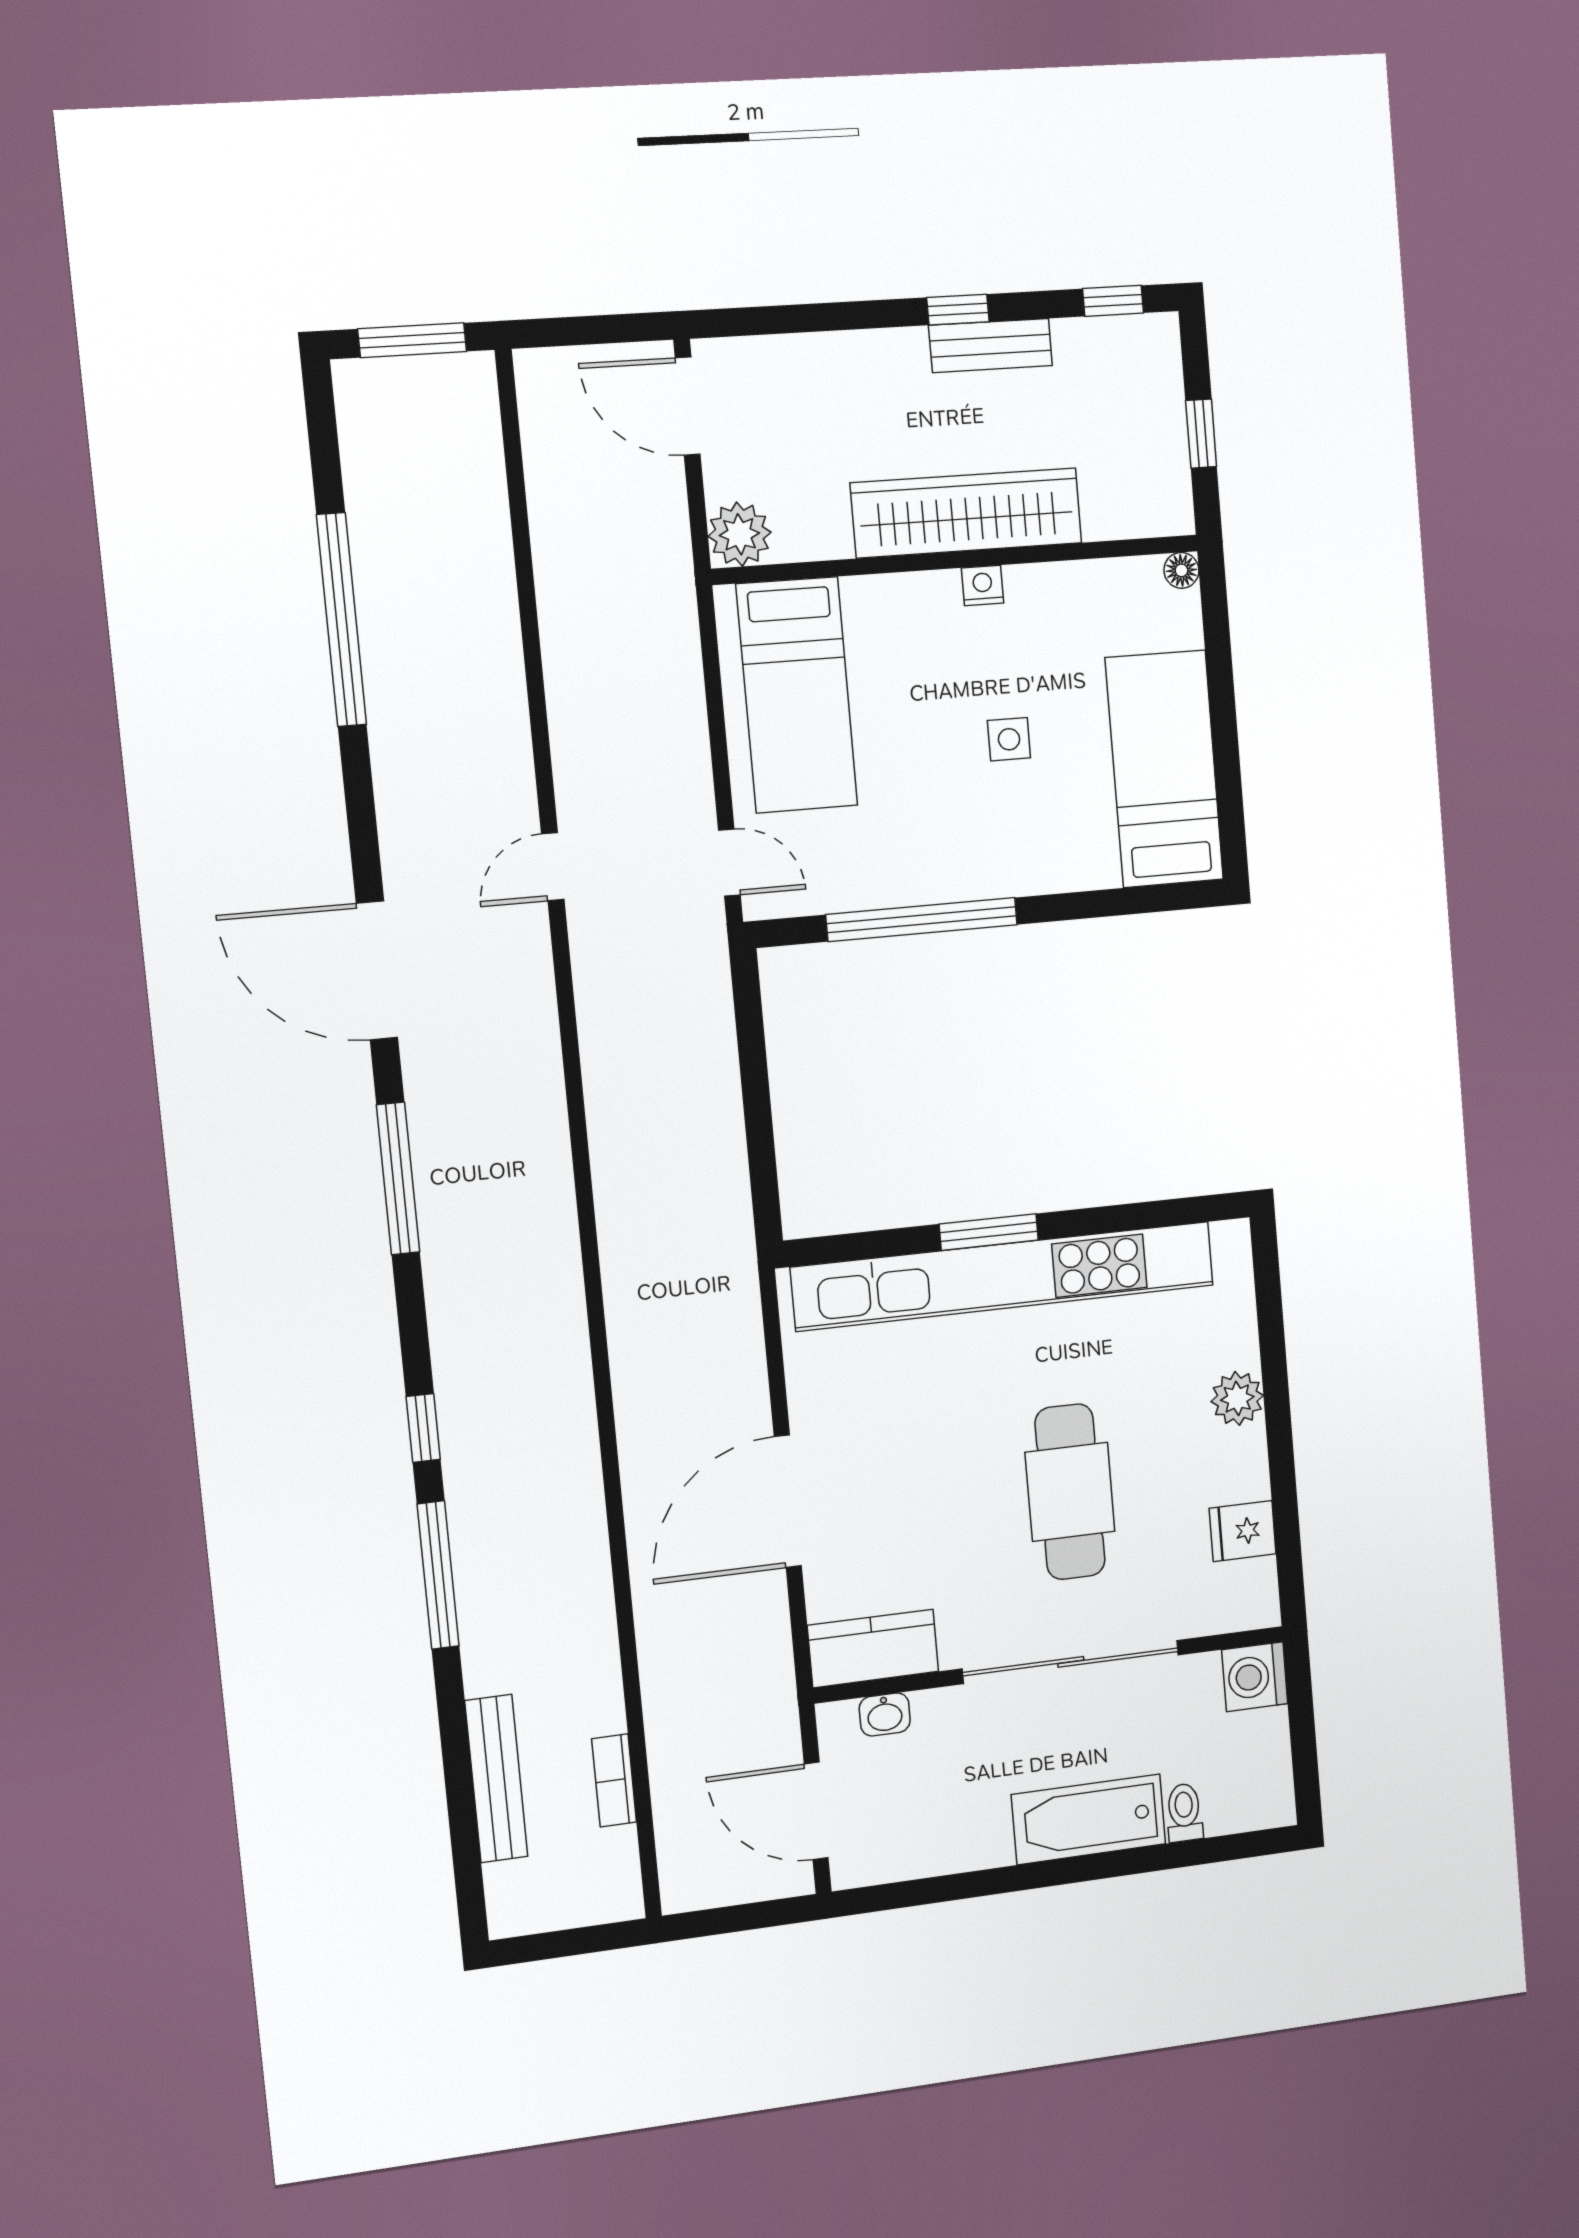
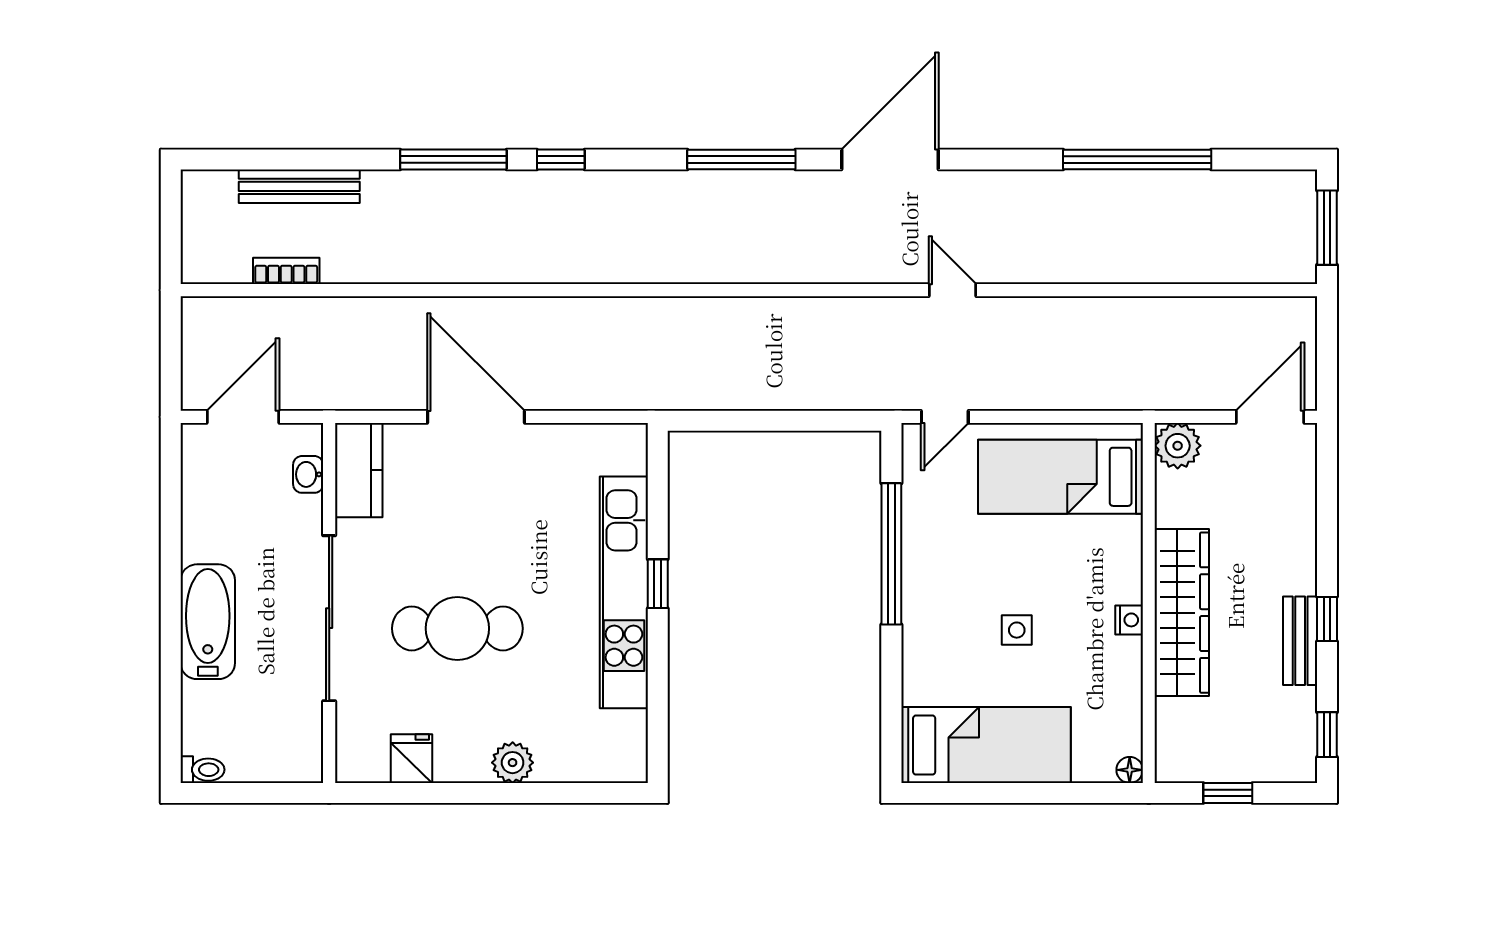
window: (989, 1232) -> (658, 584), width x0.67
kitchen unit: (1004, 1276) -> (624, 592), width x0.73
washing machine: (1255, 1677) -> (299, 759), removed
toilet: (1184, 1813) -> (203, 770), moved

